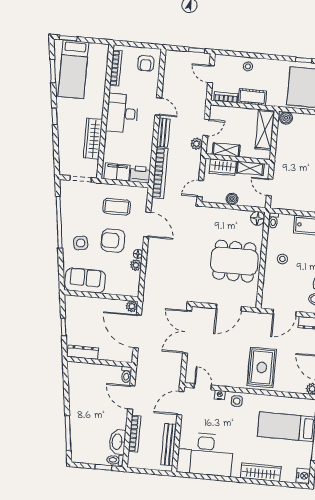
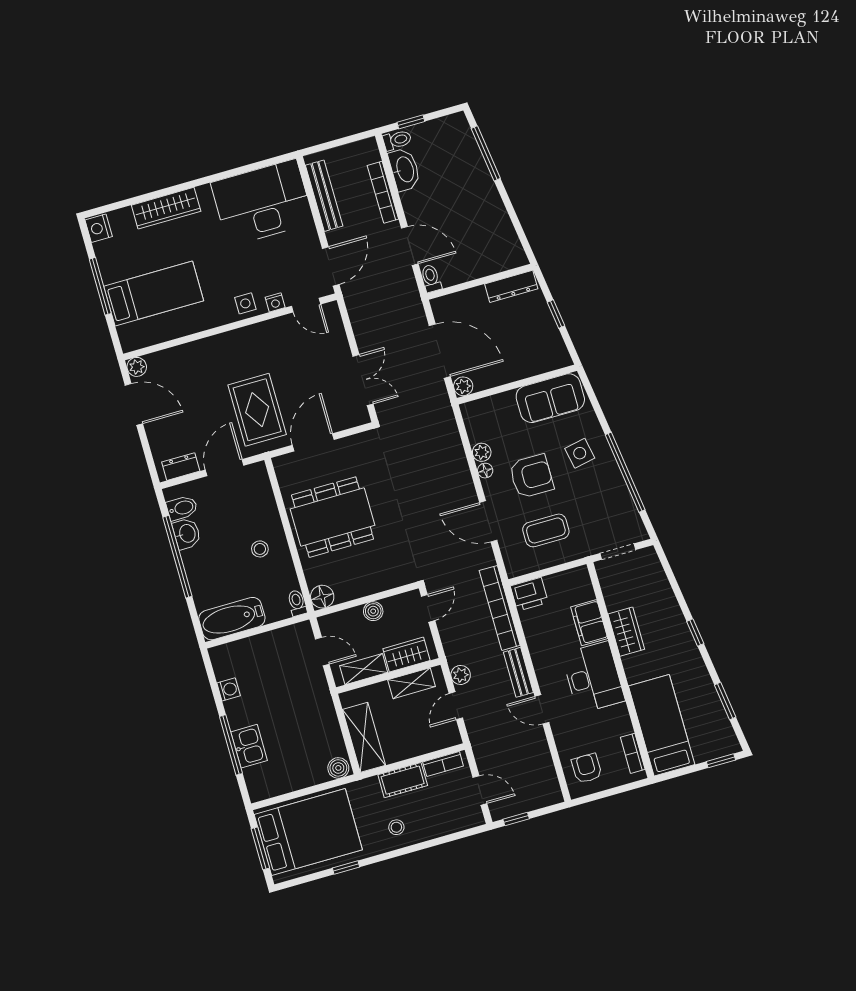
stool: (248, 66) -> (396, 827), moved
bookcase: (116, 68) -> (633, 753), width x0.64
bed: (73, 69) -> (662, 725), moved
wardrobe: (93, 139) -> (626, 632), width x0.67
filing cabinet: (117, 172) -> (589, 623), moved, turned 90
double door: (187, 332) -> (363, 380), width x0.73
rug: (262, 367) -> (257, 410), moved

